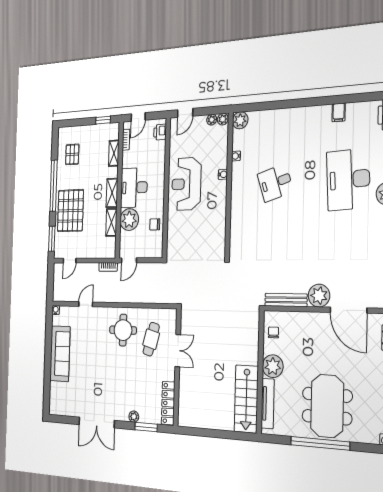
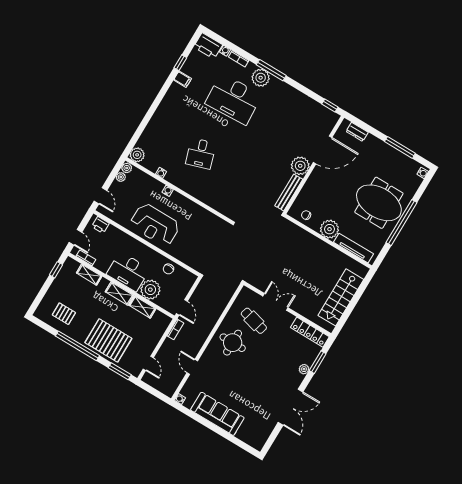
window: (354, 98) -> (180, 63), added
stairs: (246, 399) -> (341, 297), moved, turned 90

